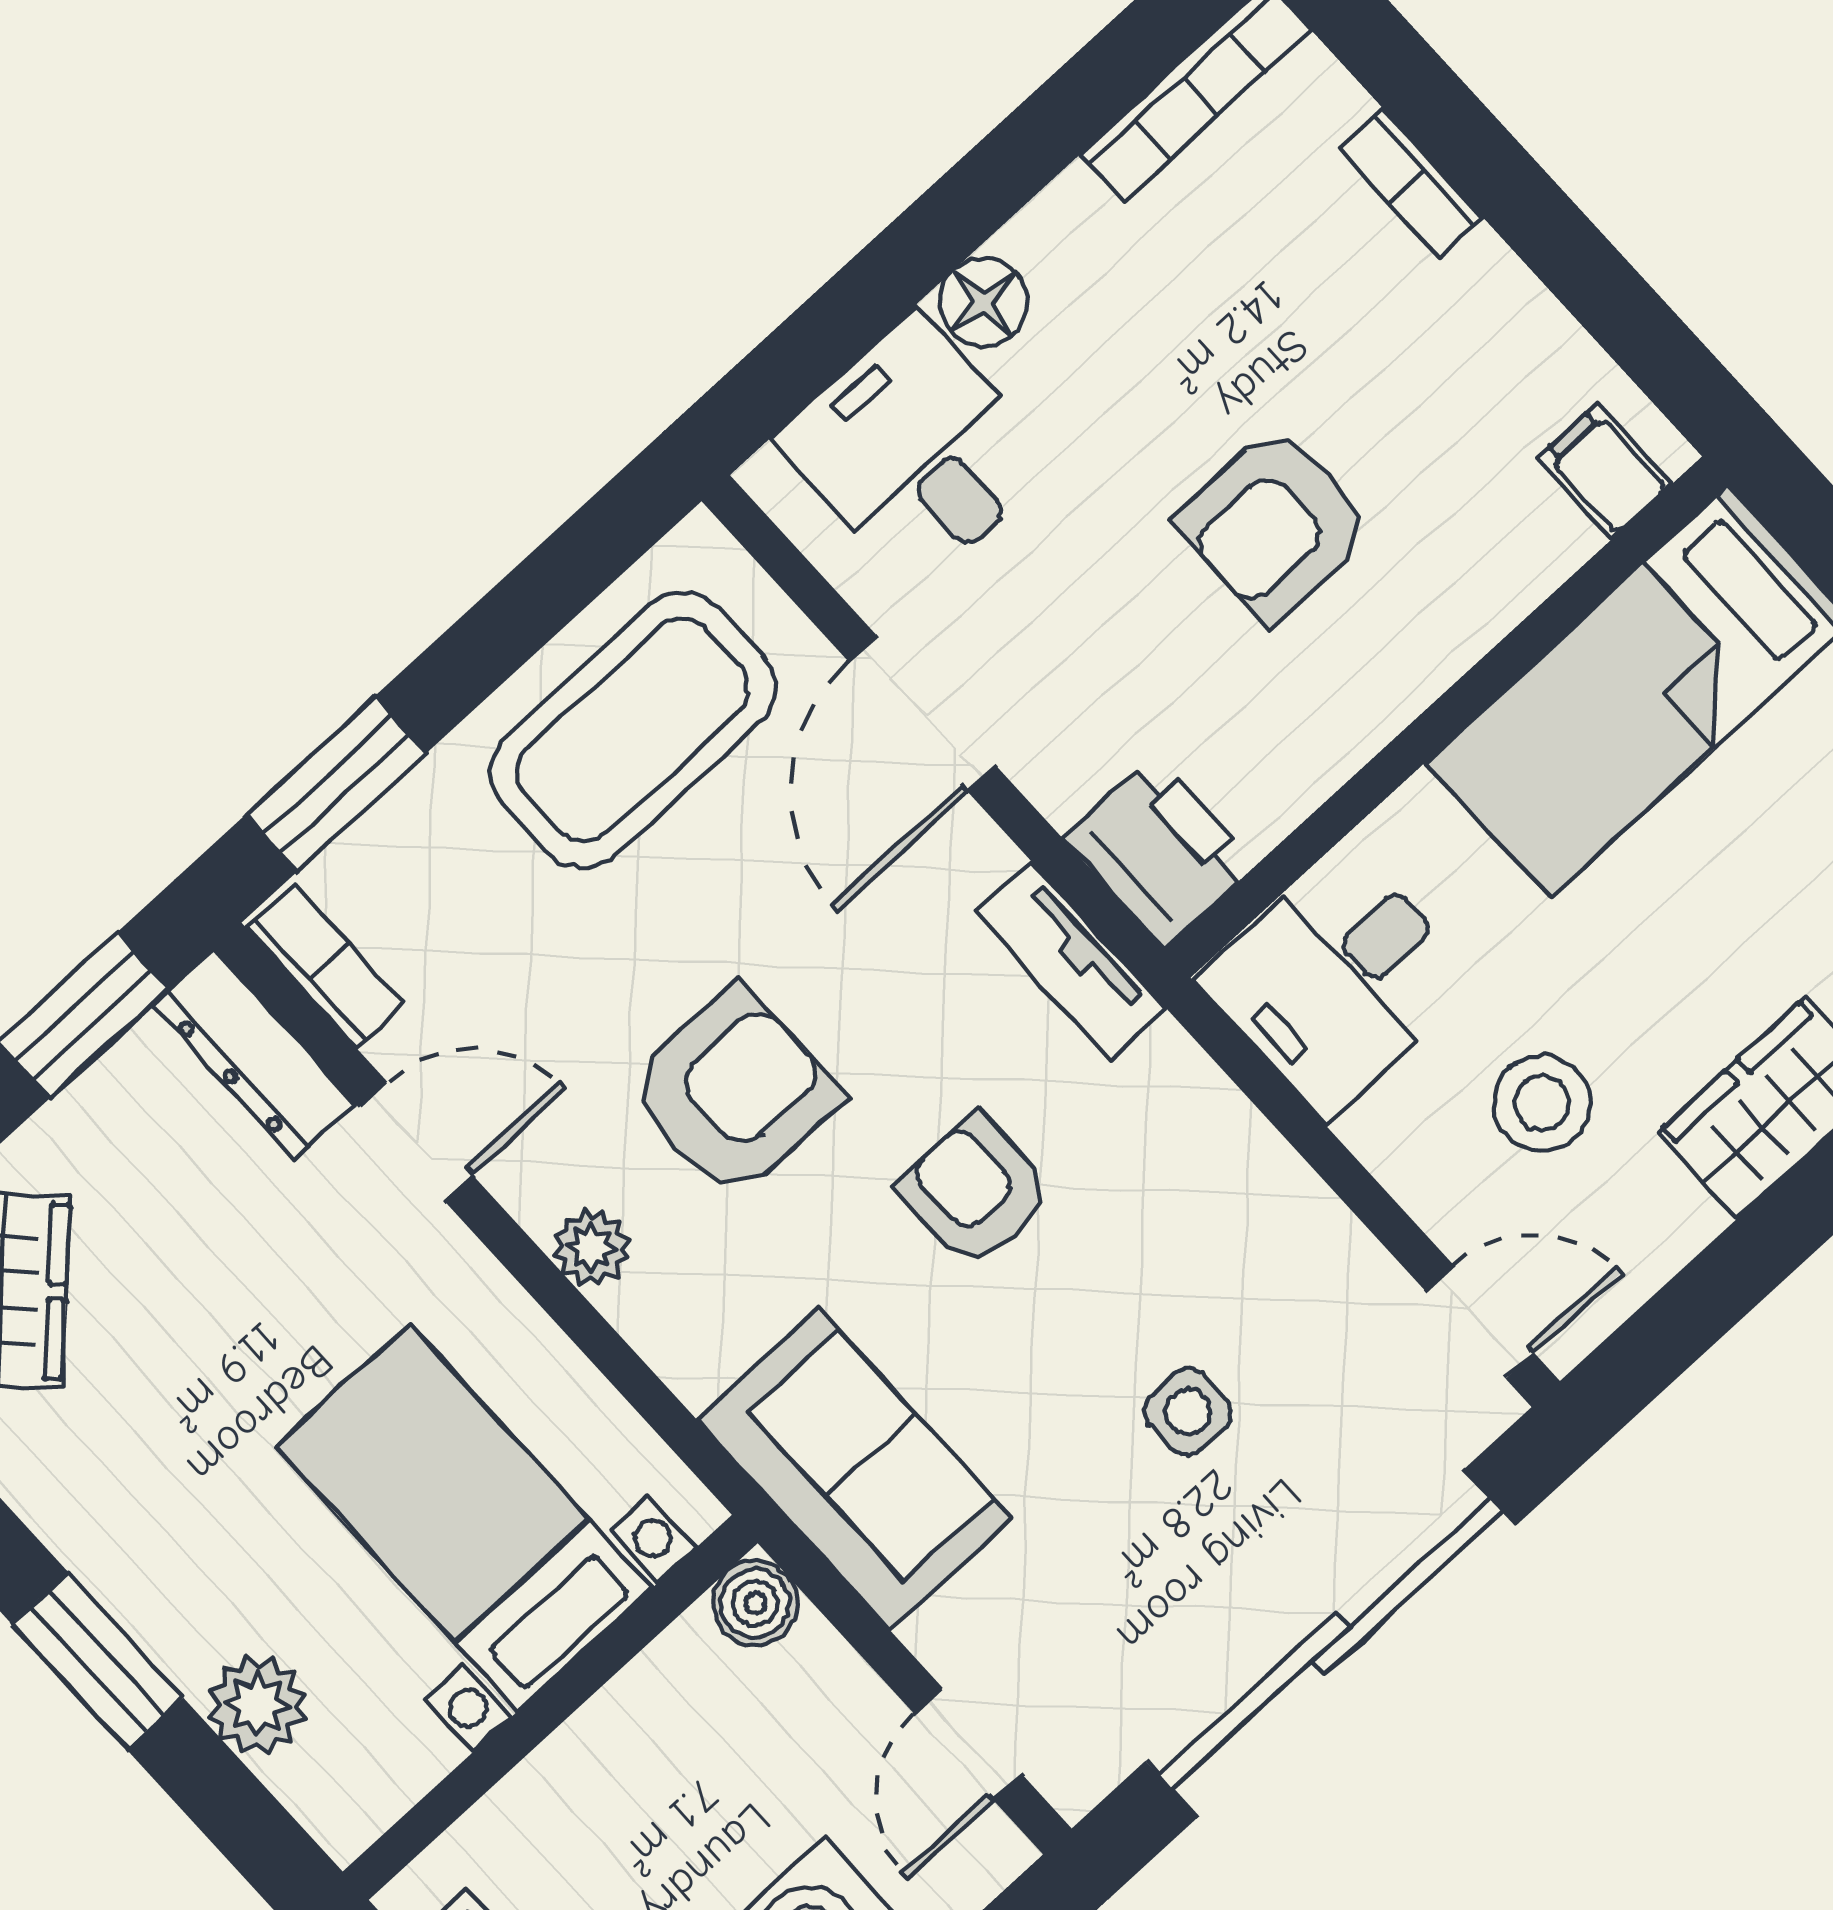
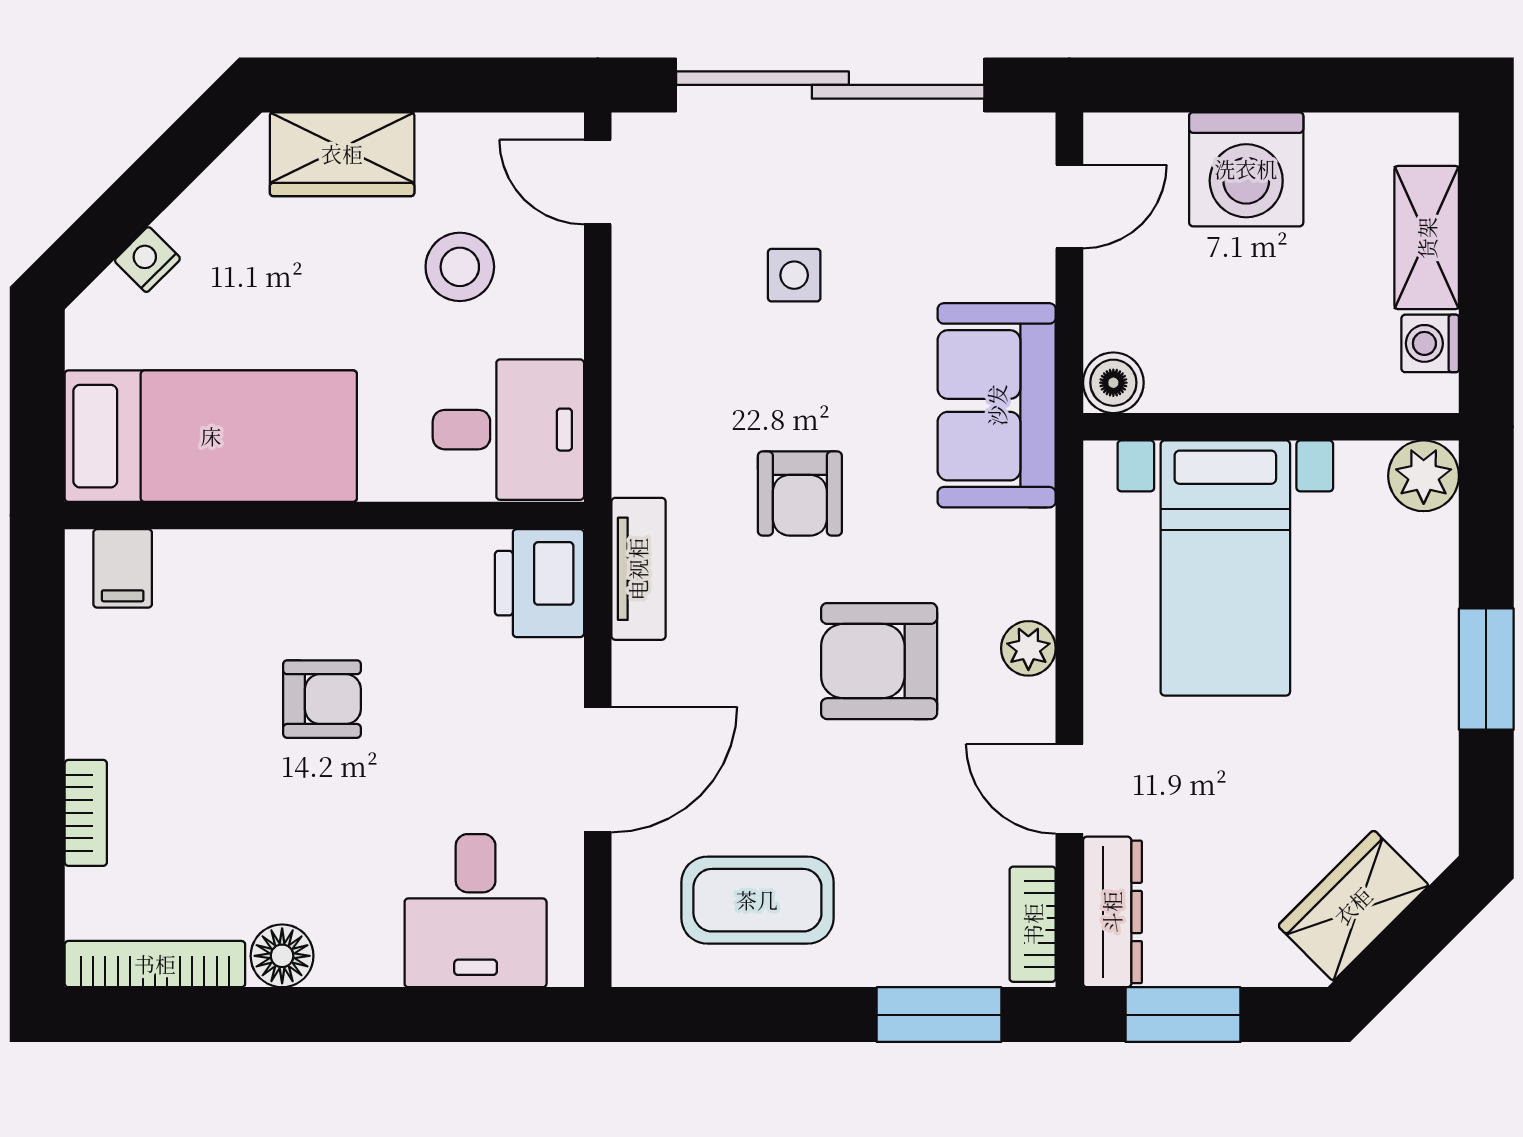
floor lamp: (984, 302) -> (282, 956), moved
armchair: (1275, 525) -> (322, 699), width x0.72, depth x0.72
coffee table: (633, 730) -> (757, 900), width x0.73, depth x0.76
plant: (257, 1705) -> (1424, 476), moved

